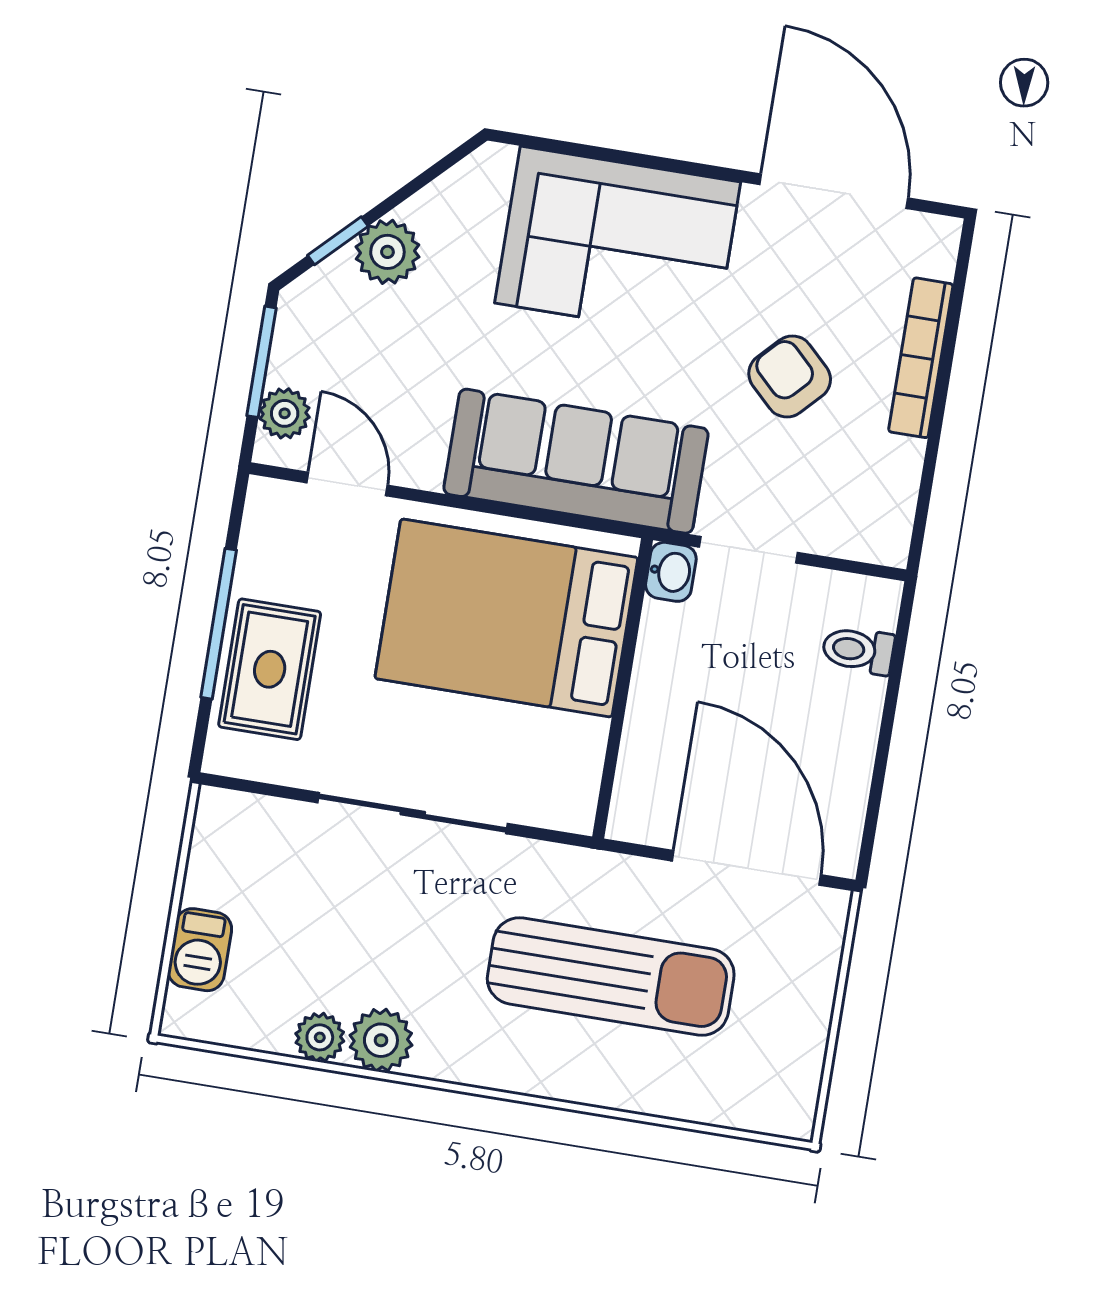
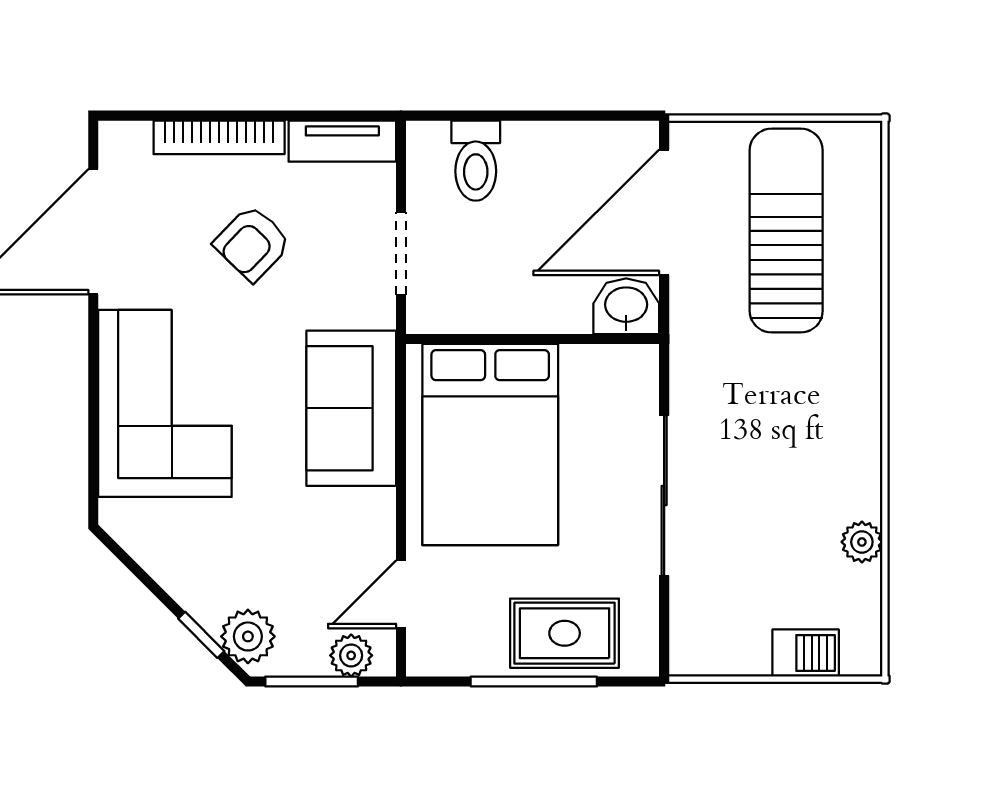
plant: (387, 252) -> (248, 636), moved
sofa: (576, 461) -> (351, 408), width x0.73
tv unit: (893, 502) -> (342, 141), added
washbasin: (671, 572) -> (626, 306), moved, width x1.38, depth x1.45
toilet: (858, 650) -> (476, 161), width x1.37, depth x1.39
sun lounger: (611, 976) -> (786, 231), moved
plant: (381, 1040) -> (856, 491), removed

